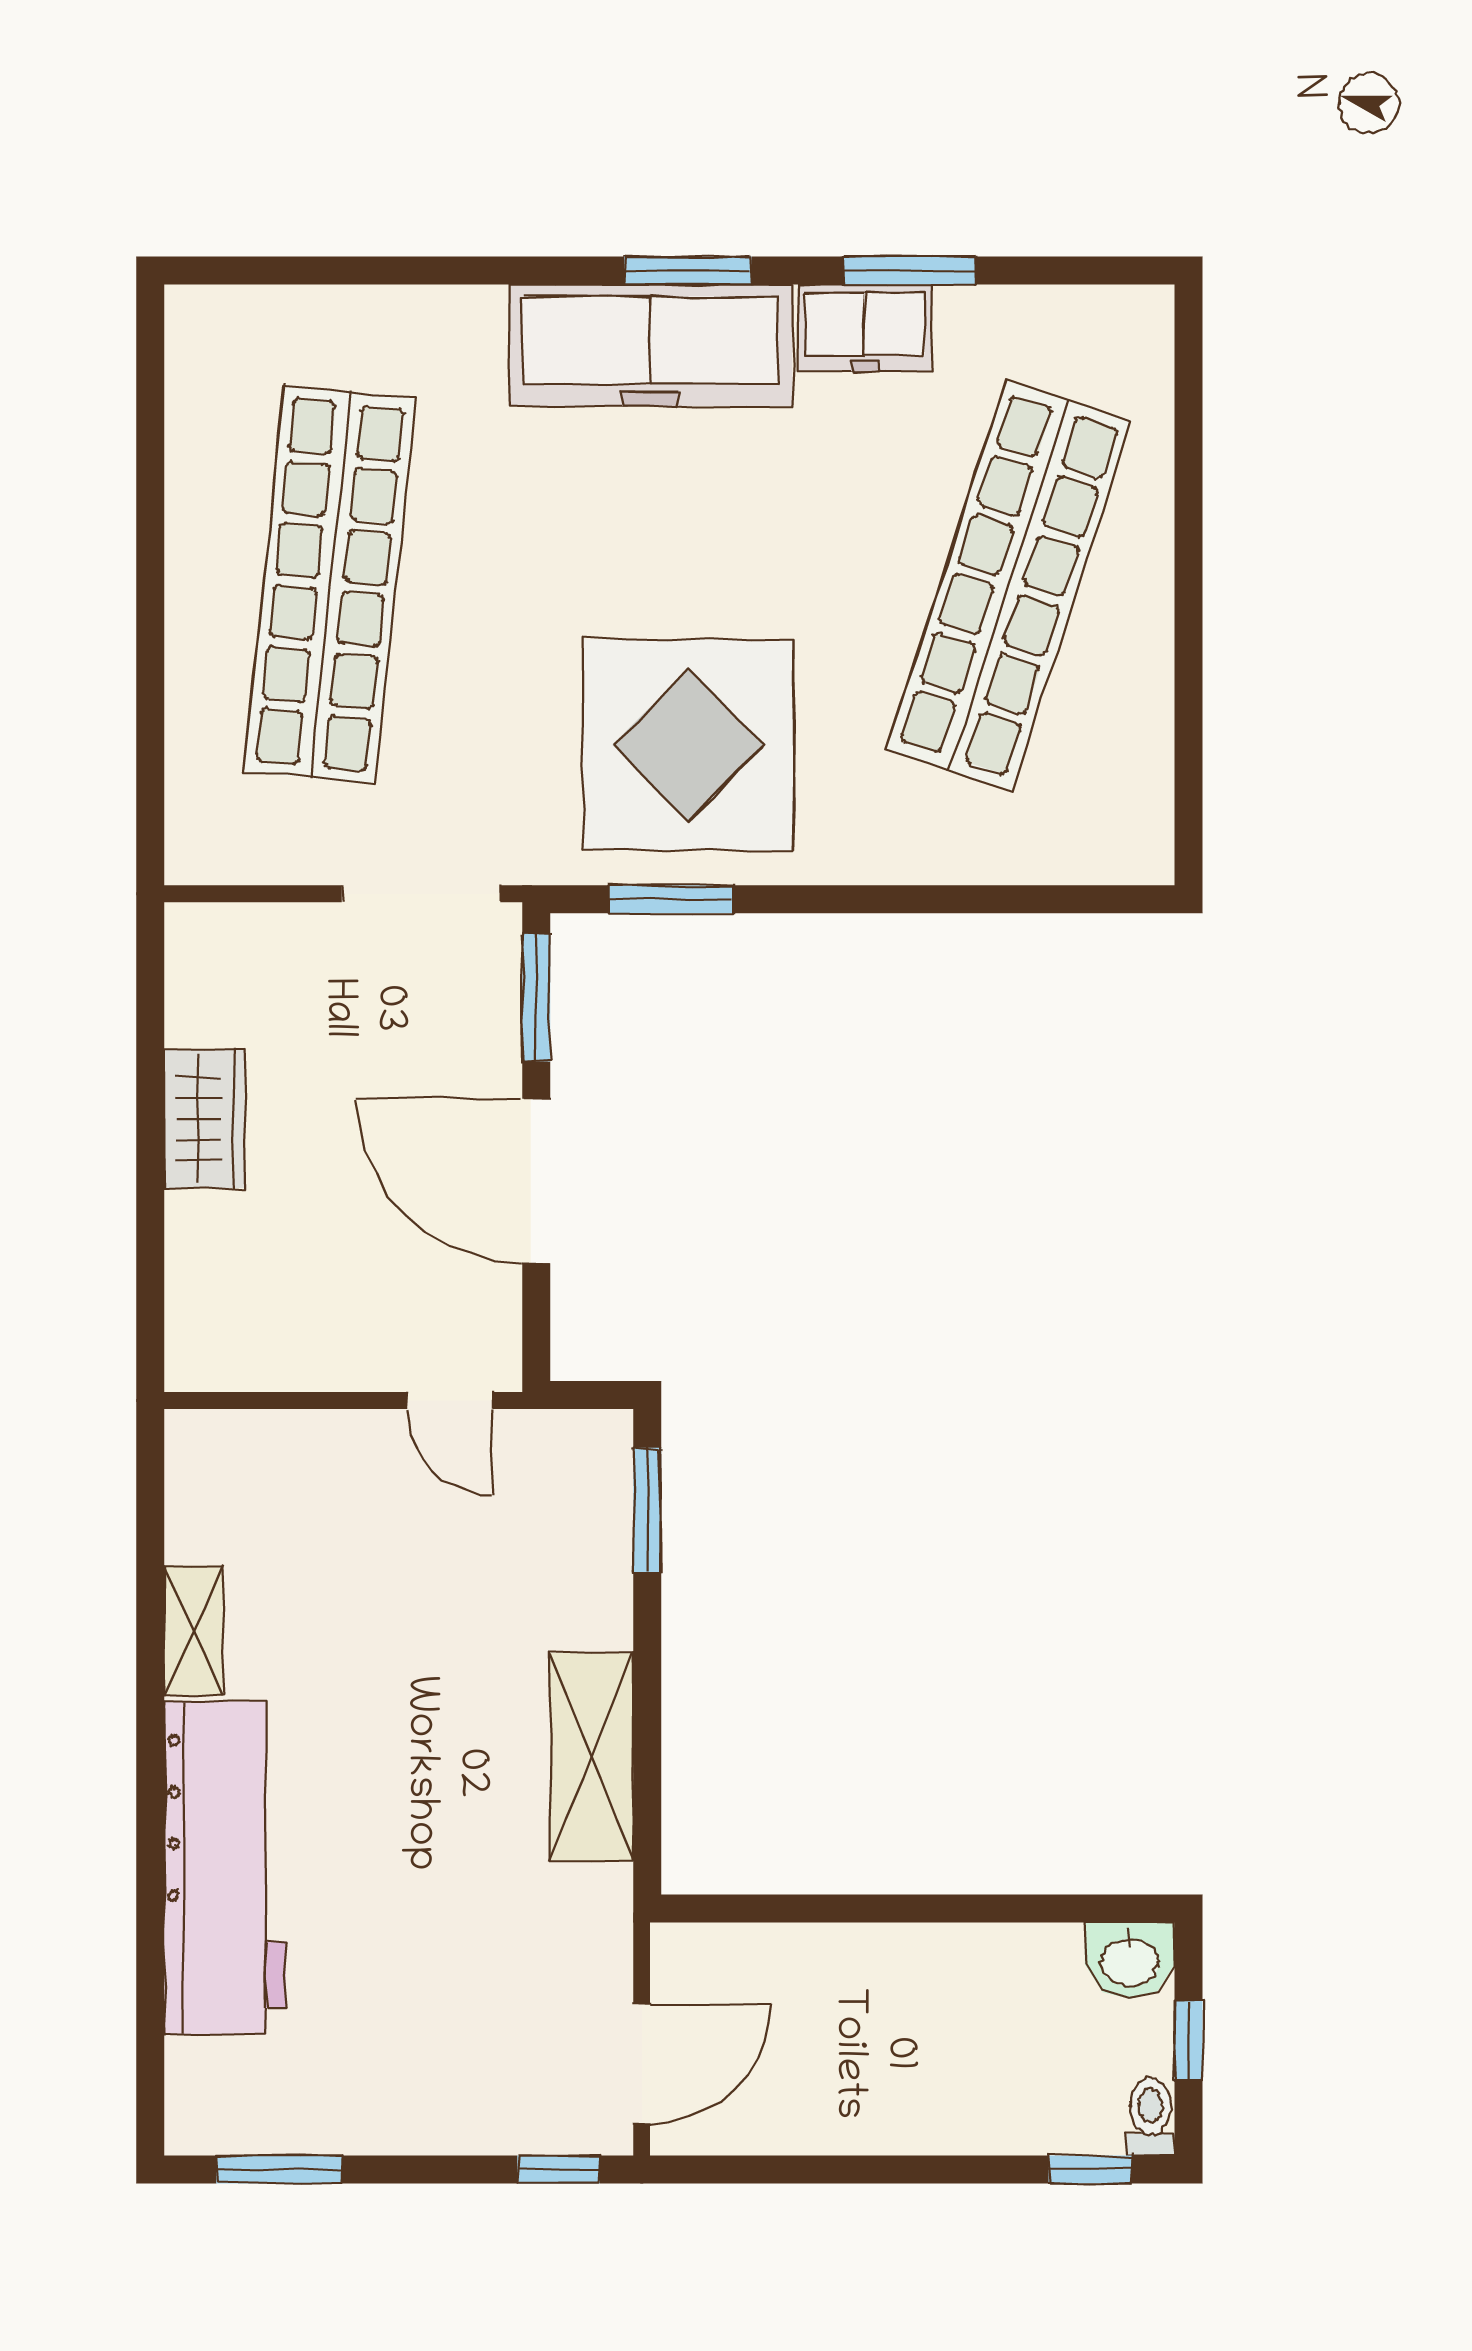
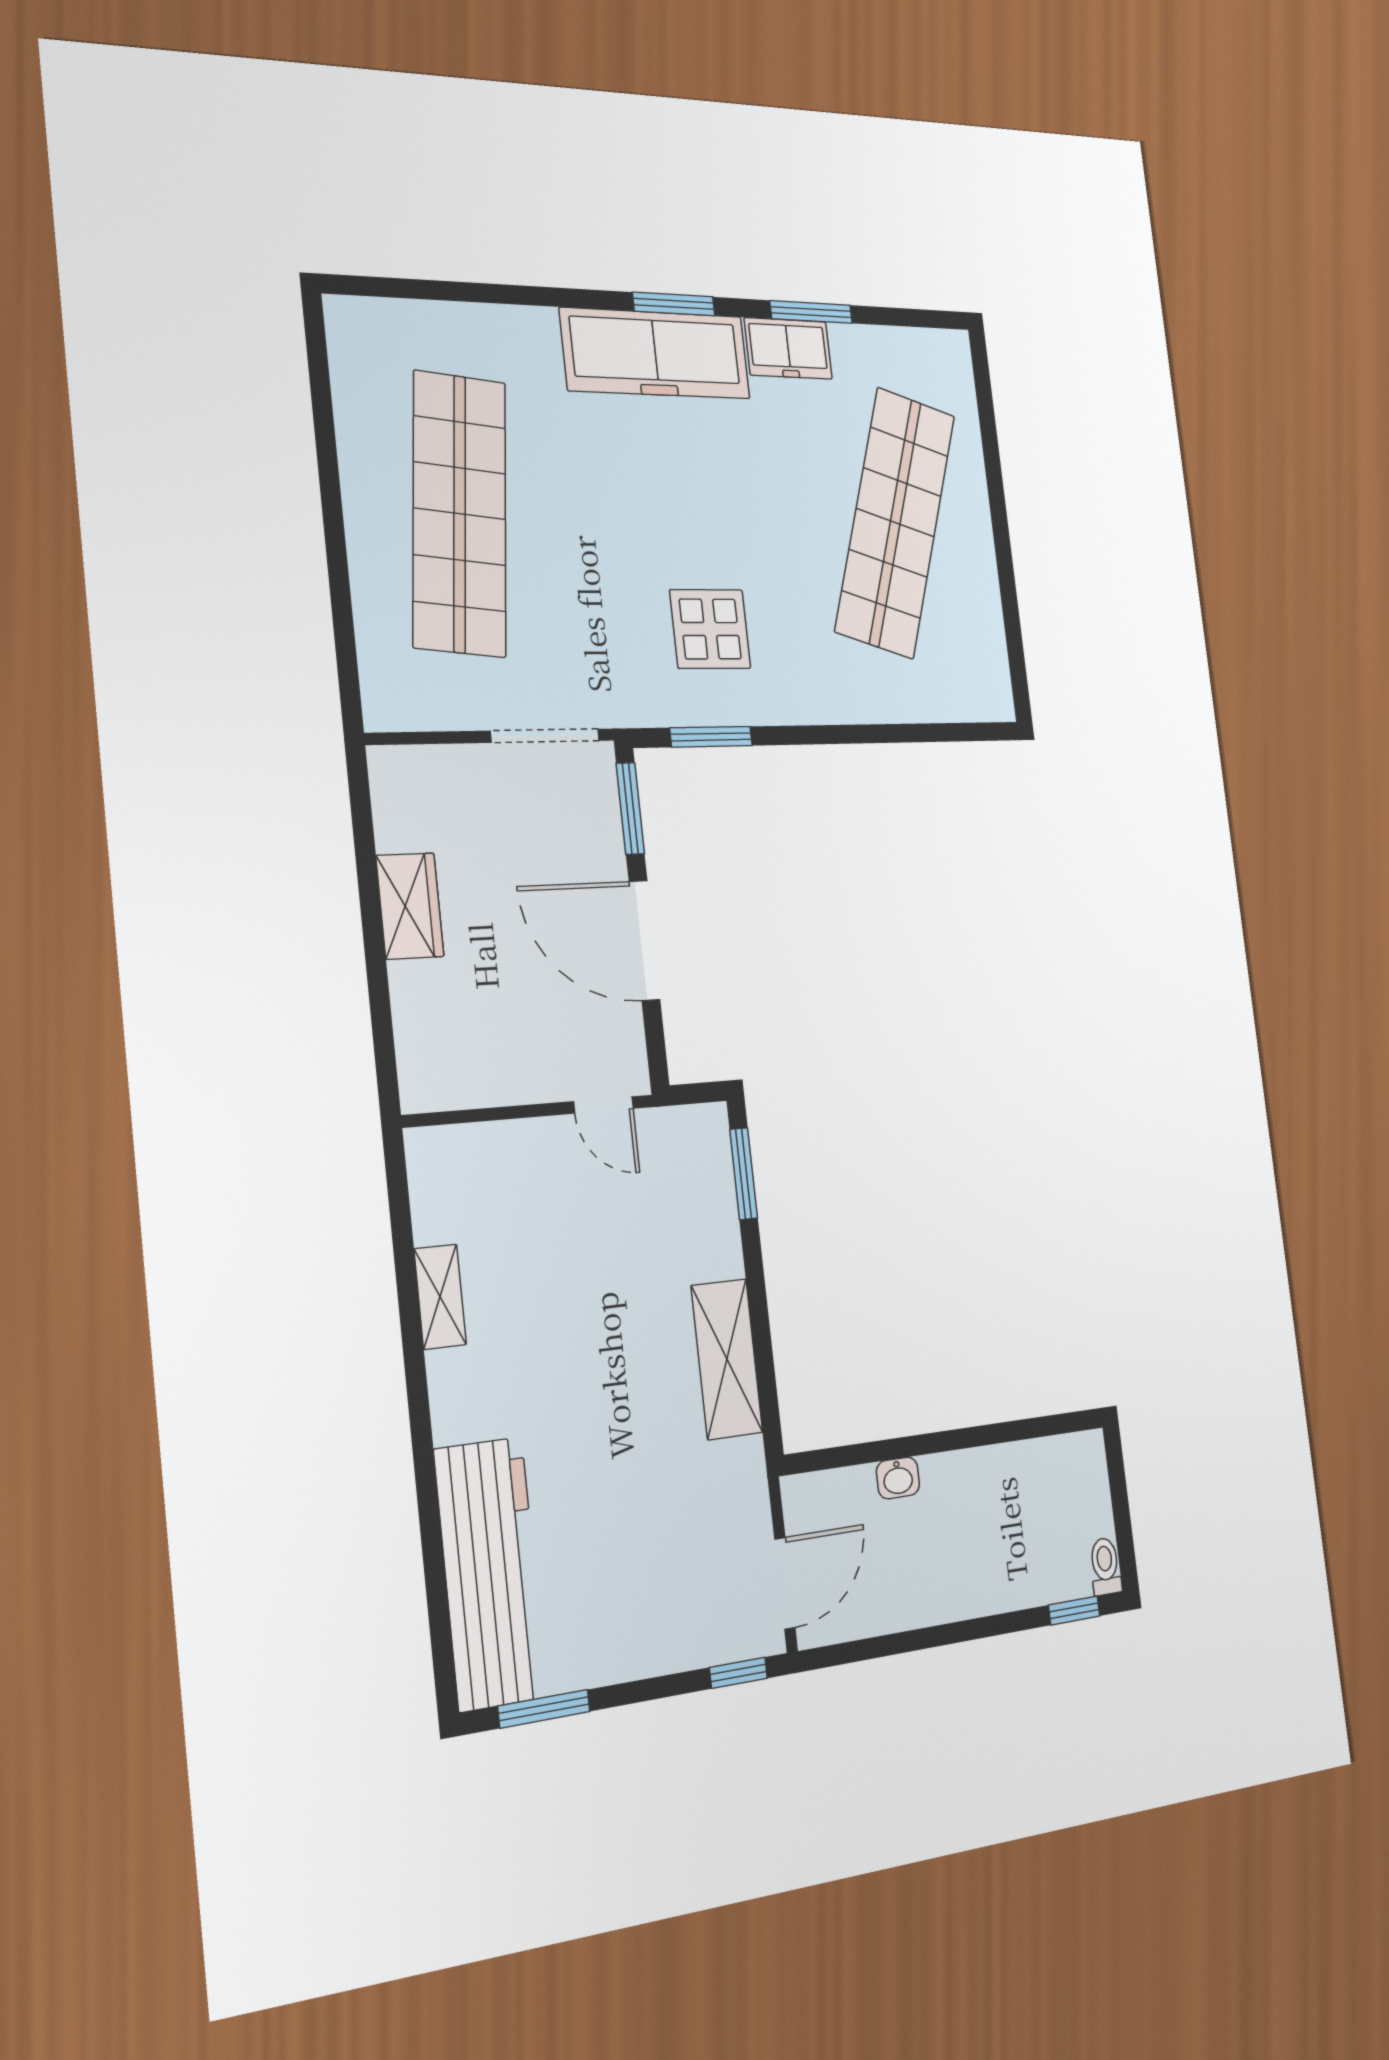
display table: (688, 745) -> (710, 629), width x0.54, depth x0.54
workbench: (225, 1868) -> (491, 1573), moved
washbasin: (1130, 1960) -> (898, 1478), moved, width x0.72, depth x0.69
window: (1189, 2040) -> (1121, 1509), removed

